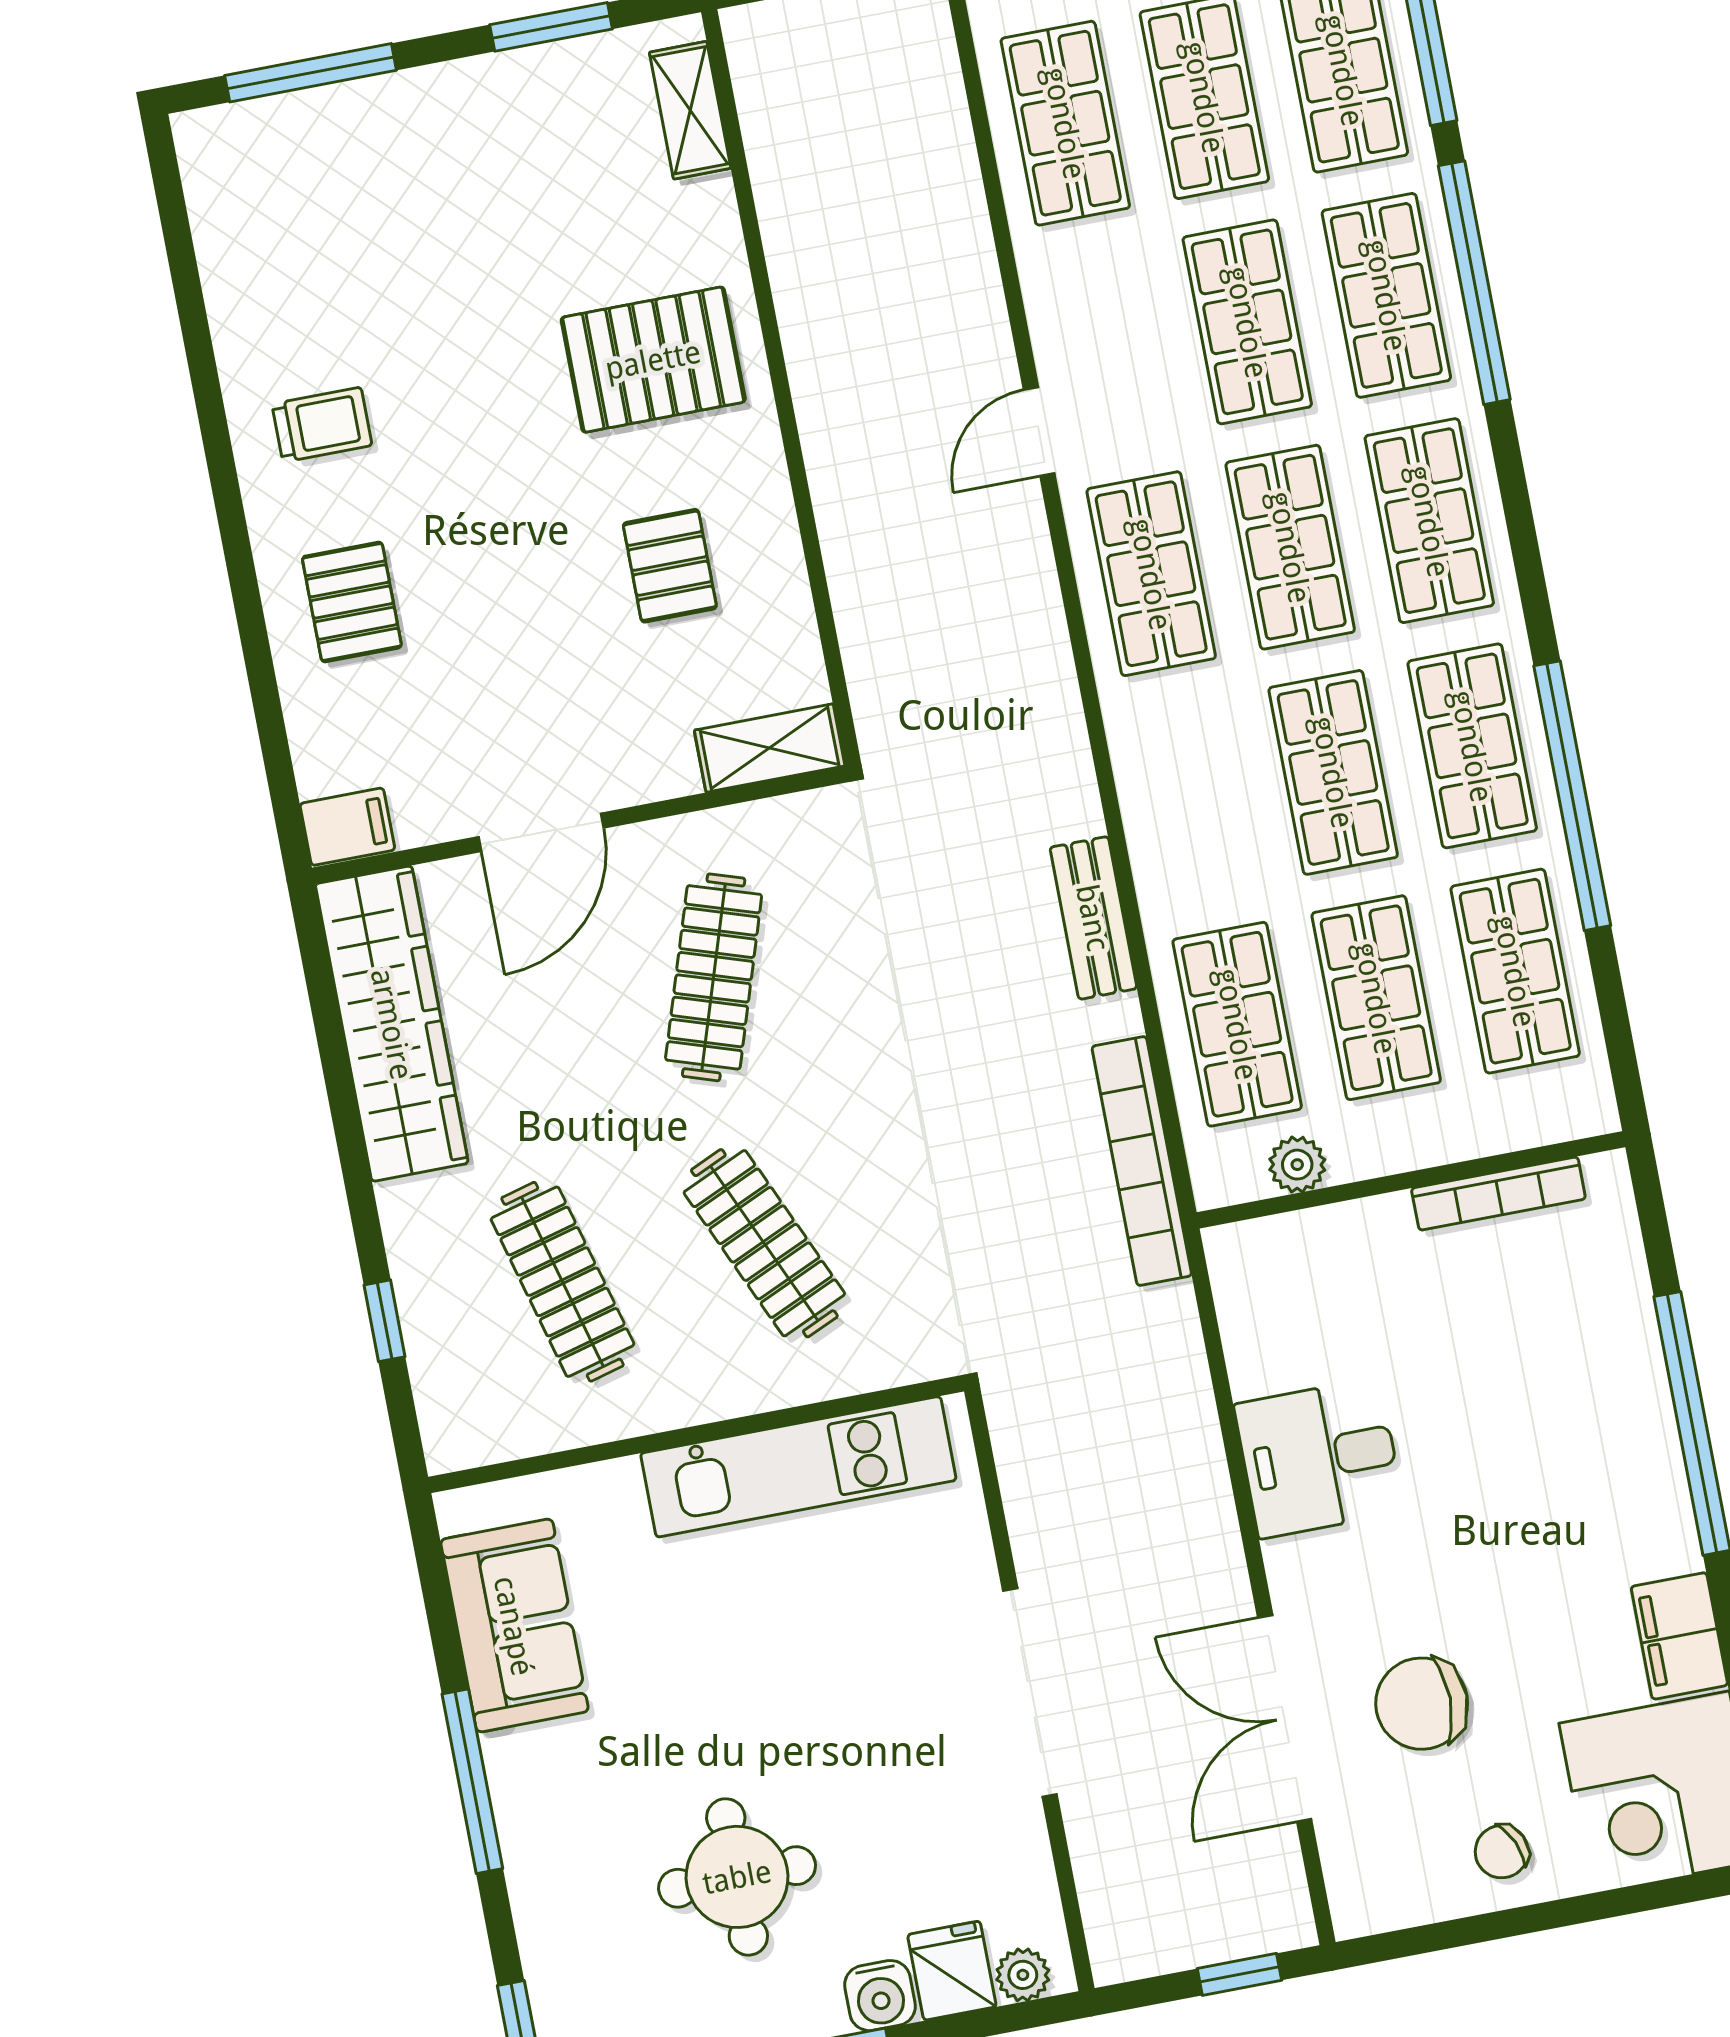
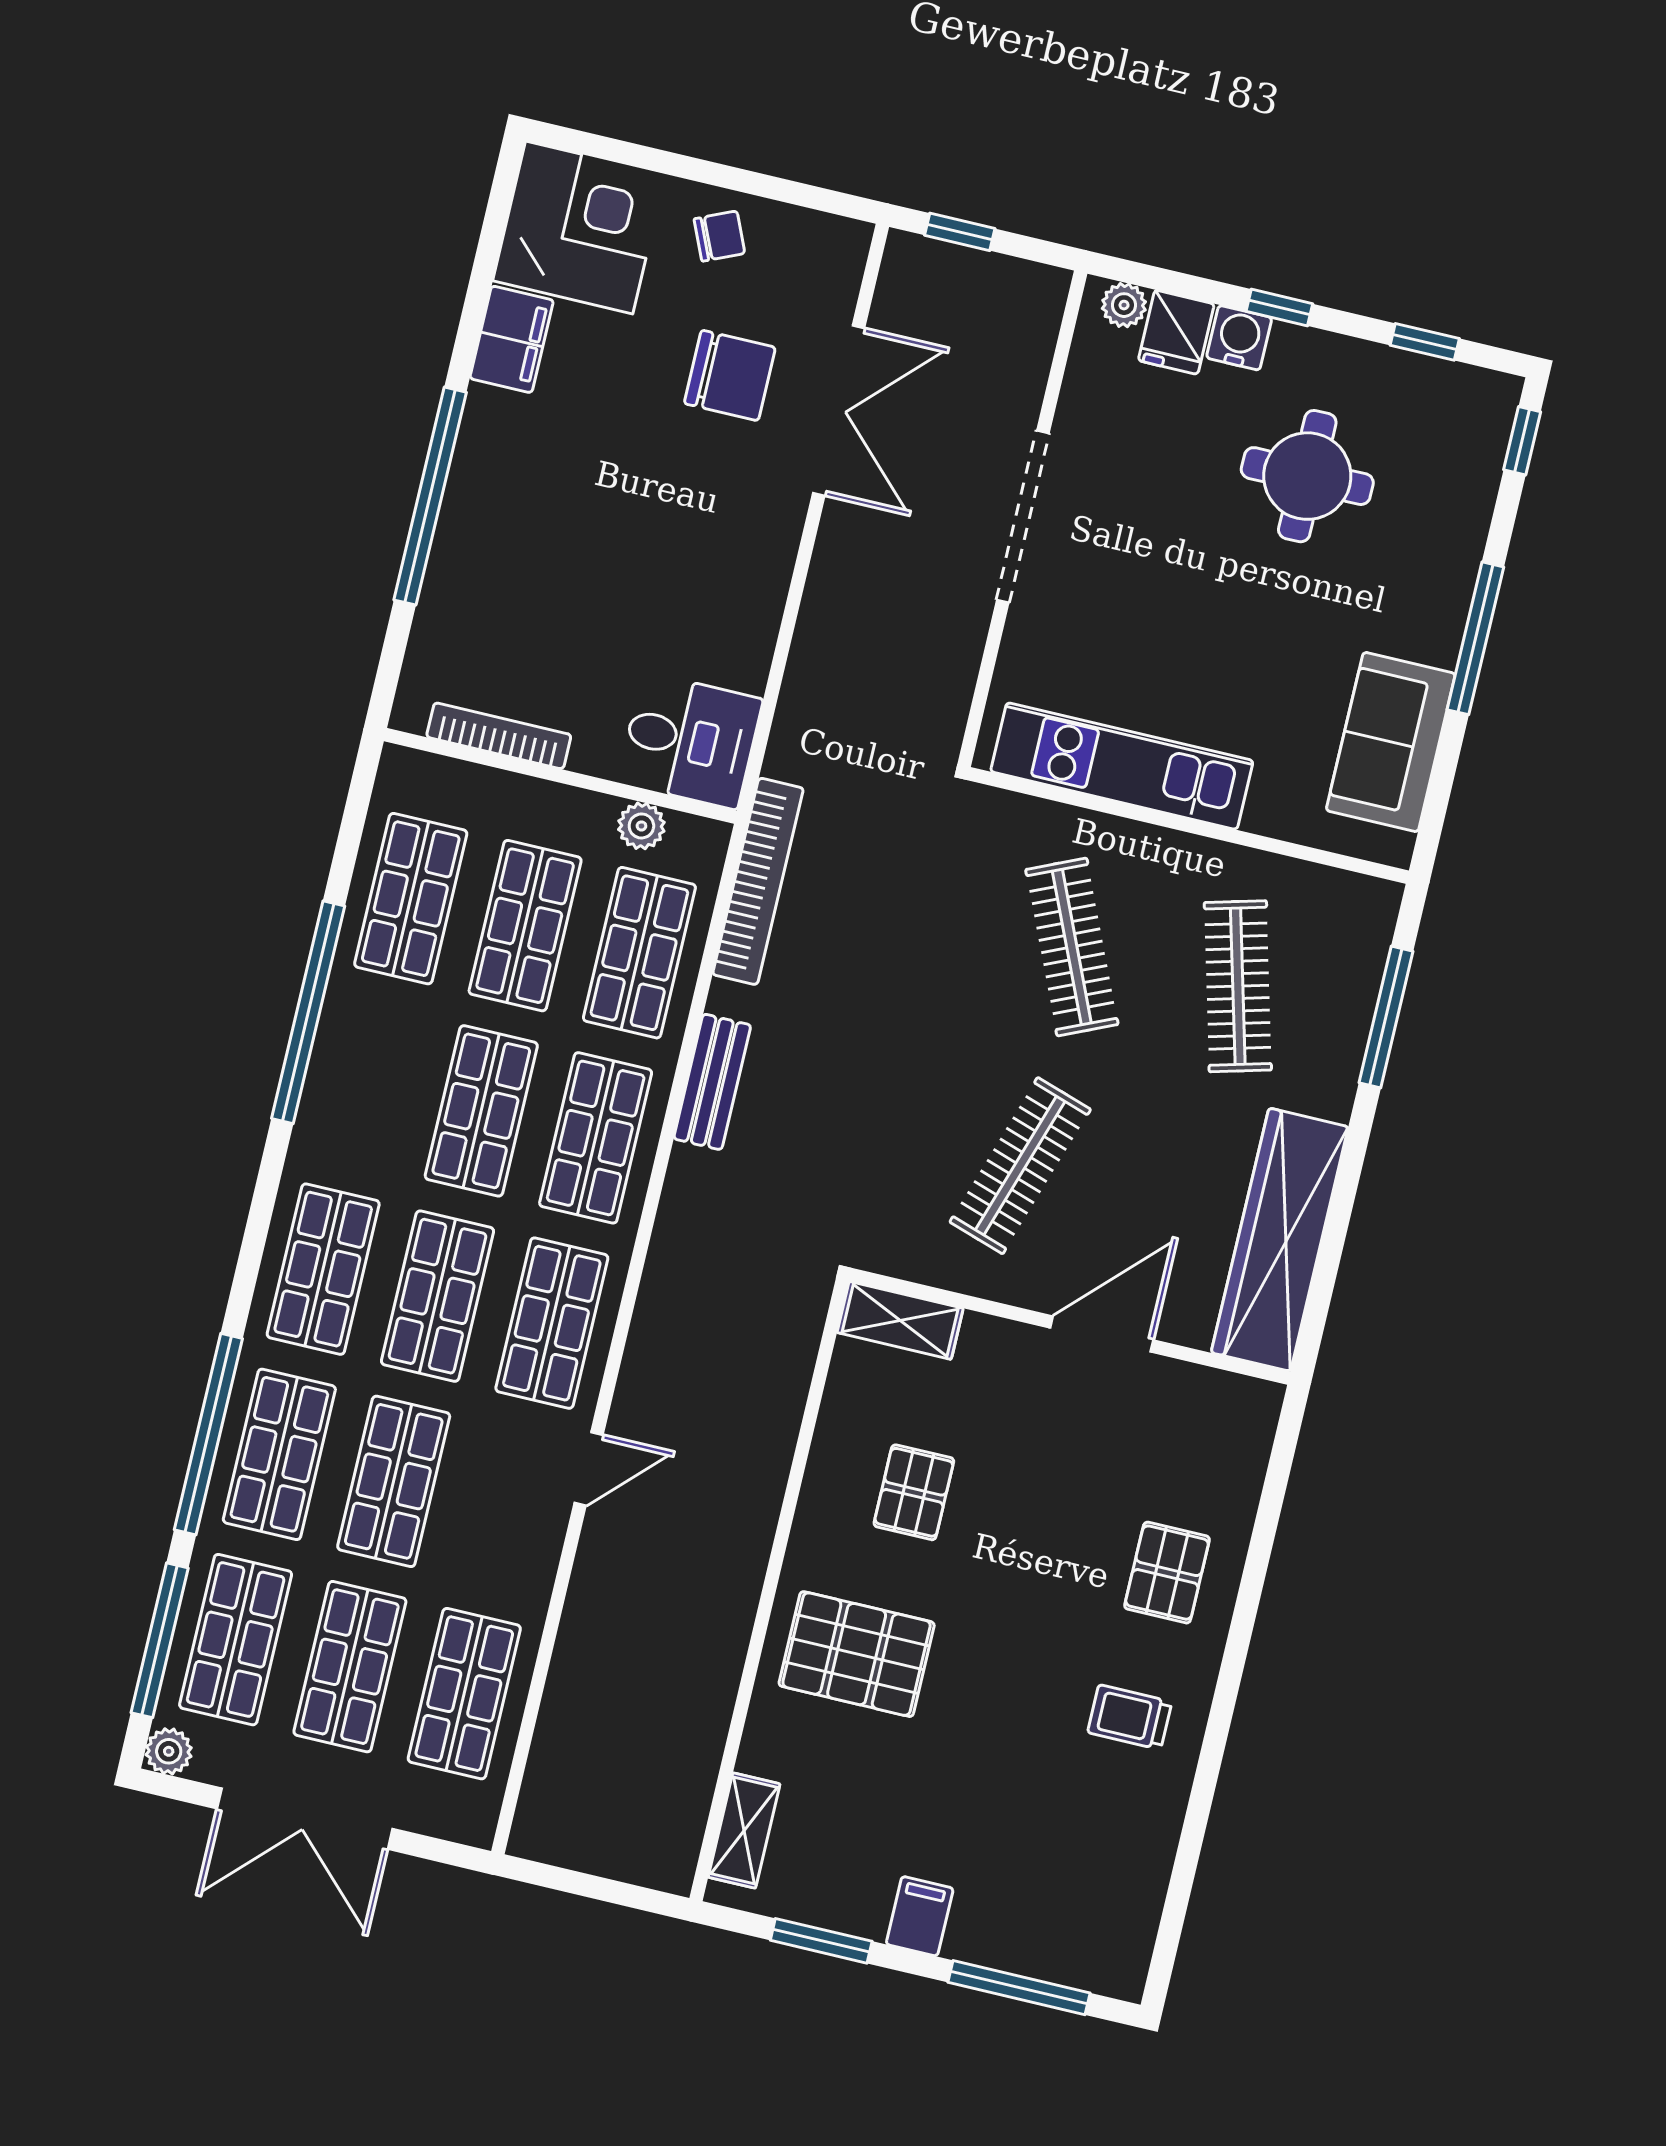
shop shelf: (1472, 746) -> (596, 1138), moved
filing cabinet: (347, 827) -> (920, 1916), moved, turned 90
window: (385, 1321) -> (1386, 1017), width x2.17
desk: (1319, 1458) -> (690, 741), moved

